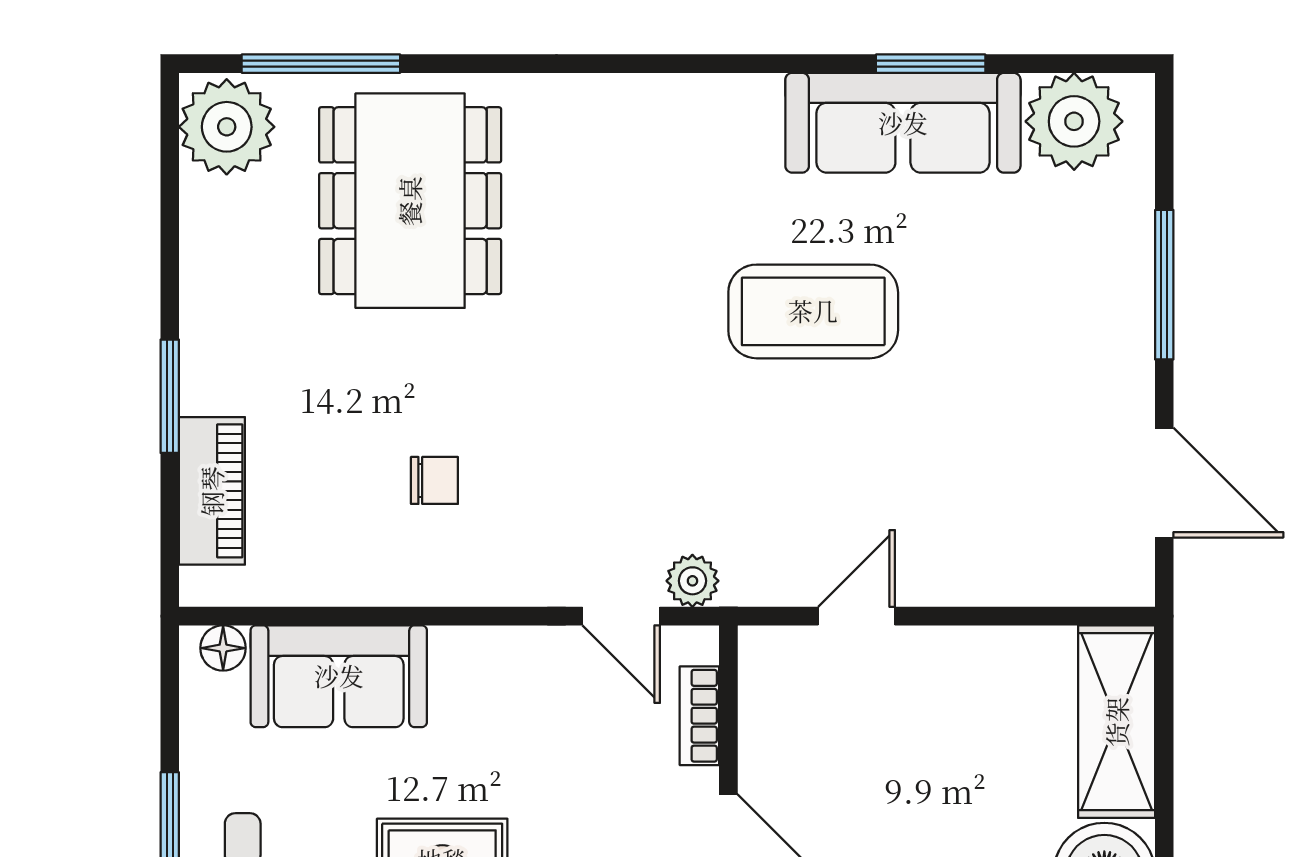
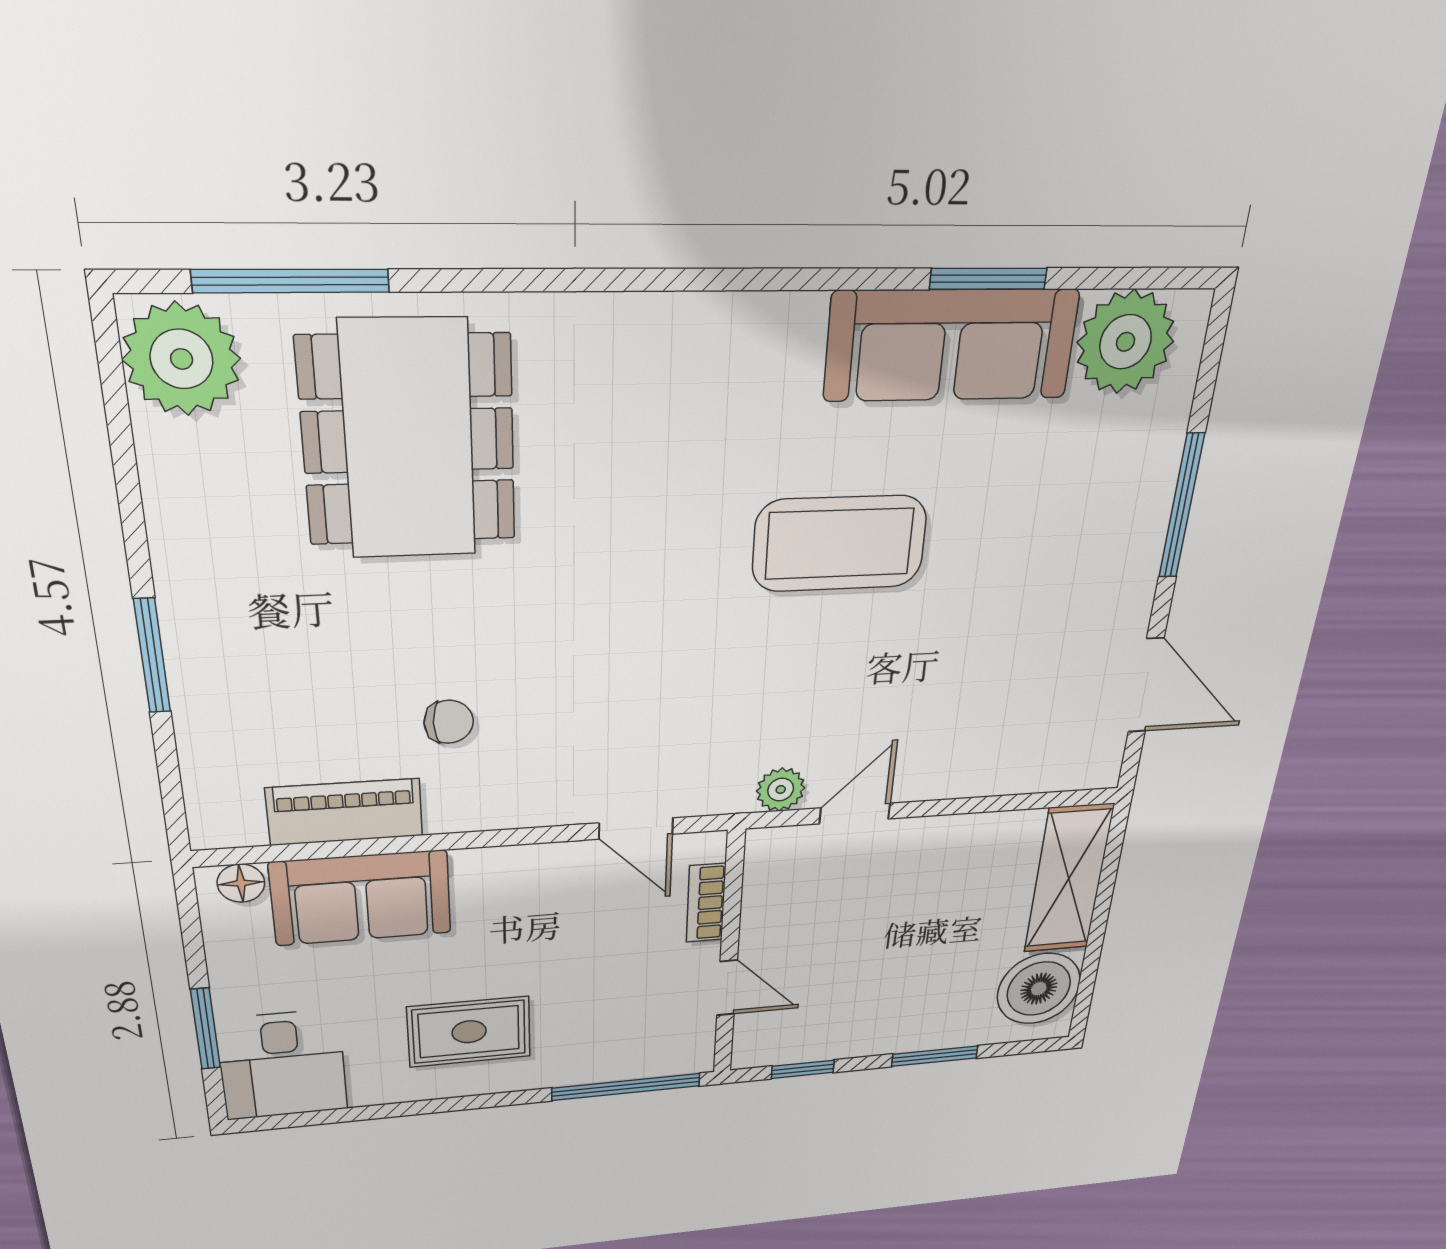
piano: (212, 491) -> (345, 812), moved, turned -90
plant: (692, 581) -> (781, 790), moved

